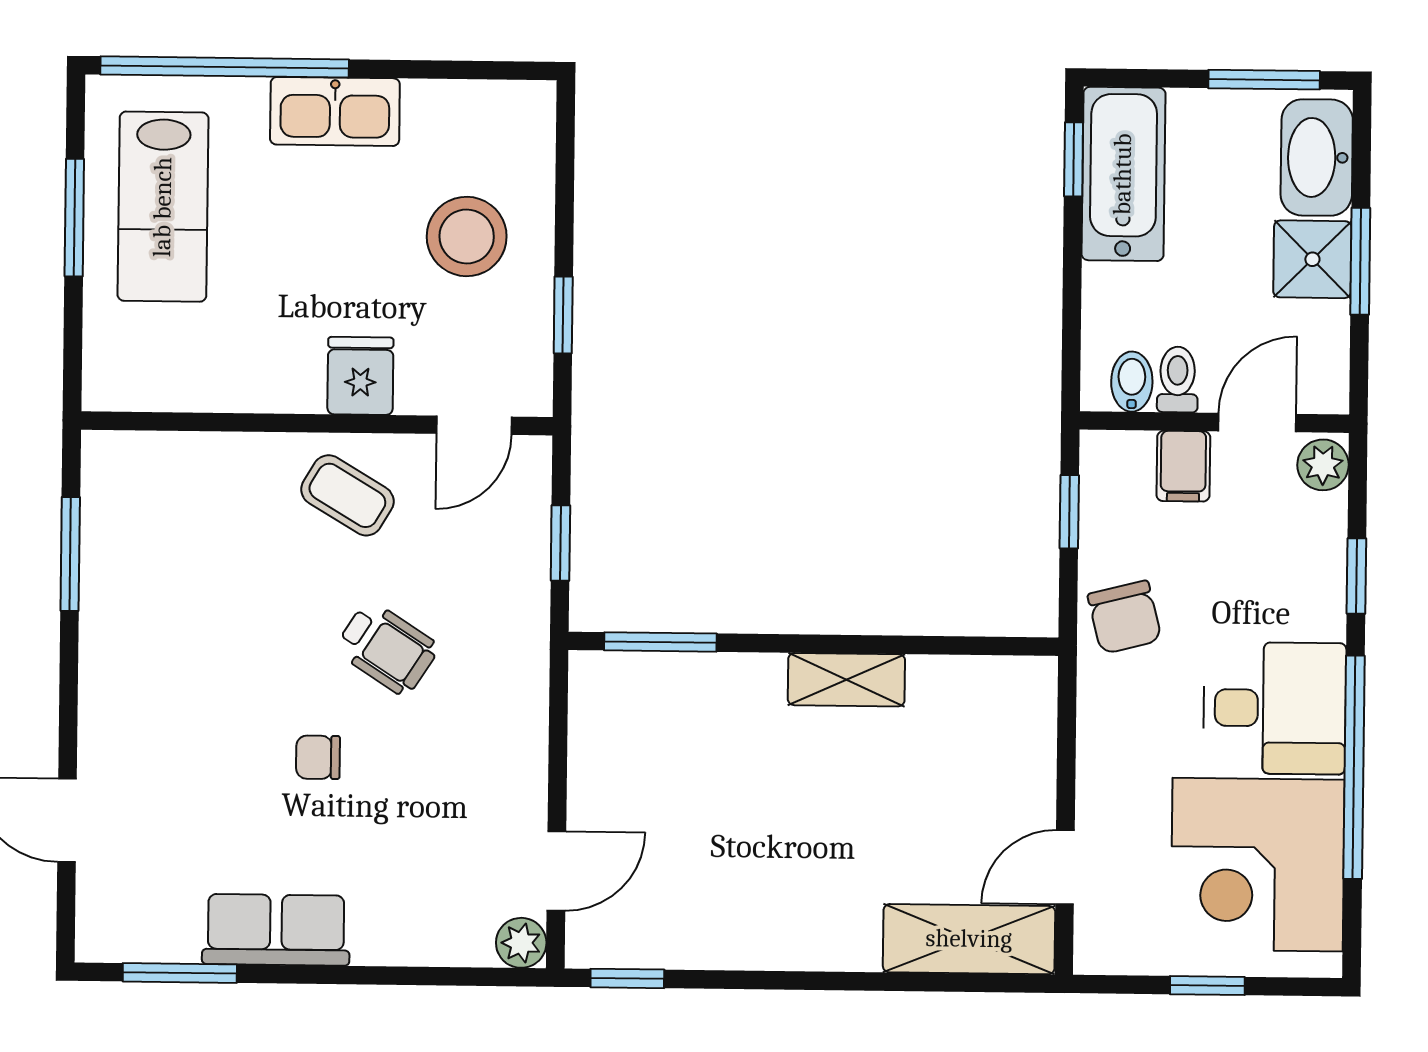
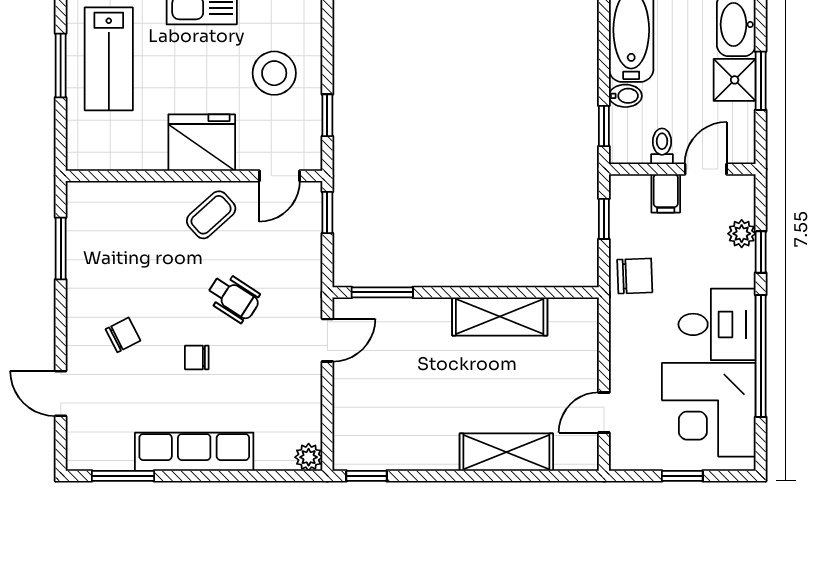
window: (1074, 159) -> (604, 126), moved
fridge: (360, 376) -> (202, 143), width x1.88, depth x1.34
bidet: (1132, 382) -> (625, 96), moved, turned 90
plant: (1323, 465) -> (742, 234), moved
coffee table: (347, 495) -> (211, 215), turned -73
window: (560, 543) -> (327, 212), moved
chair: (1125, 617) -> (635, 276), turned -78
shelving: (846, 680) -> (500, 317), width x1.50, depth x1.33
chair: (183, 714) -> (123, 335), added
door: (556, 871) -> (327, 340), moved
row of seats: (276, 930) -> (194, 452), width x1.48
shelving: (969, 939) -> (506, 452), moved

